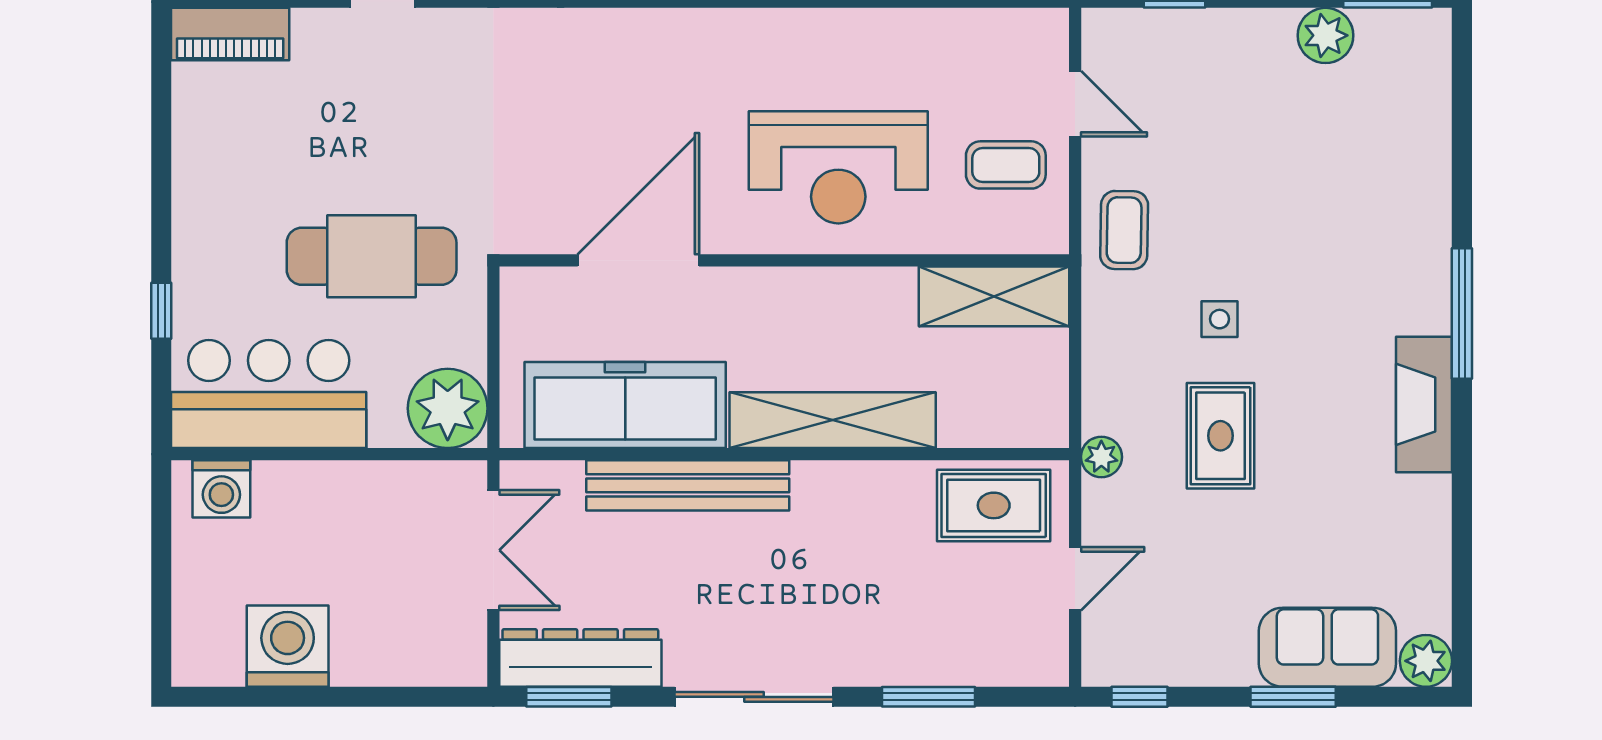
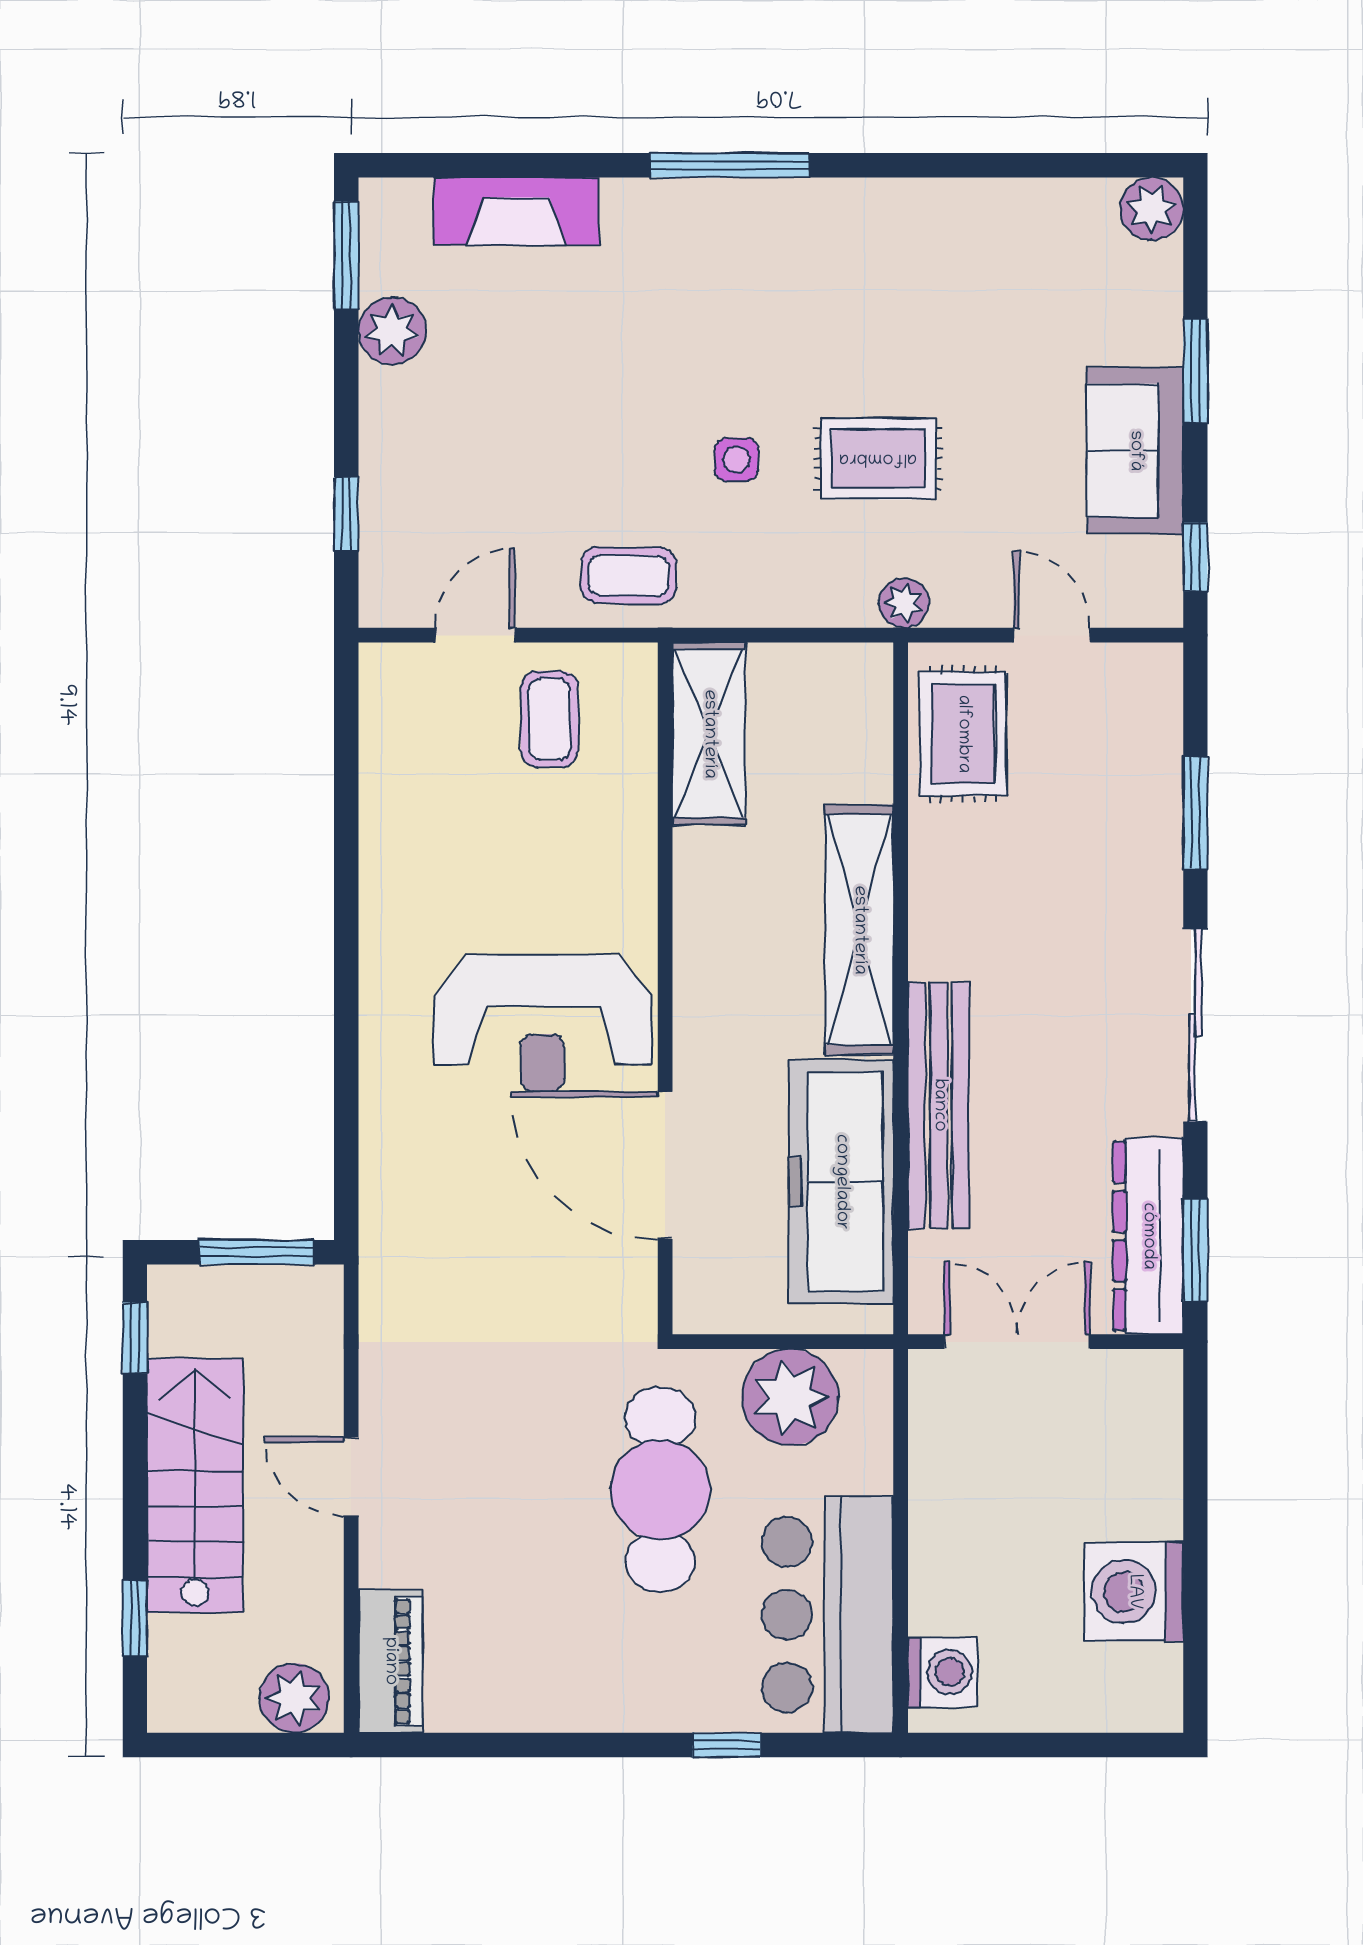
reception desk: (838, 167) -> (543, 1023), moved, turned 90
fireplace: (1424, 404) -> (516, 211), moved
plant: (448, 408) -> (790, 1397), moved
sofa: (1327, 647) -> (1135, 451), moved

